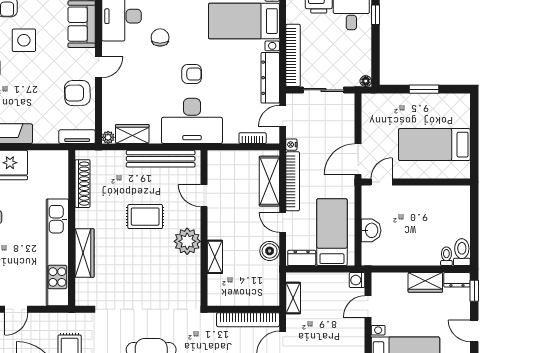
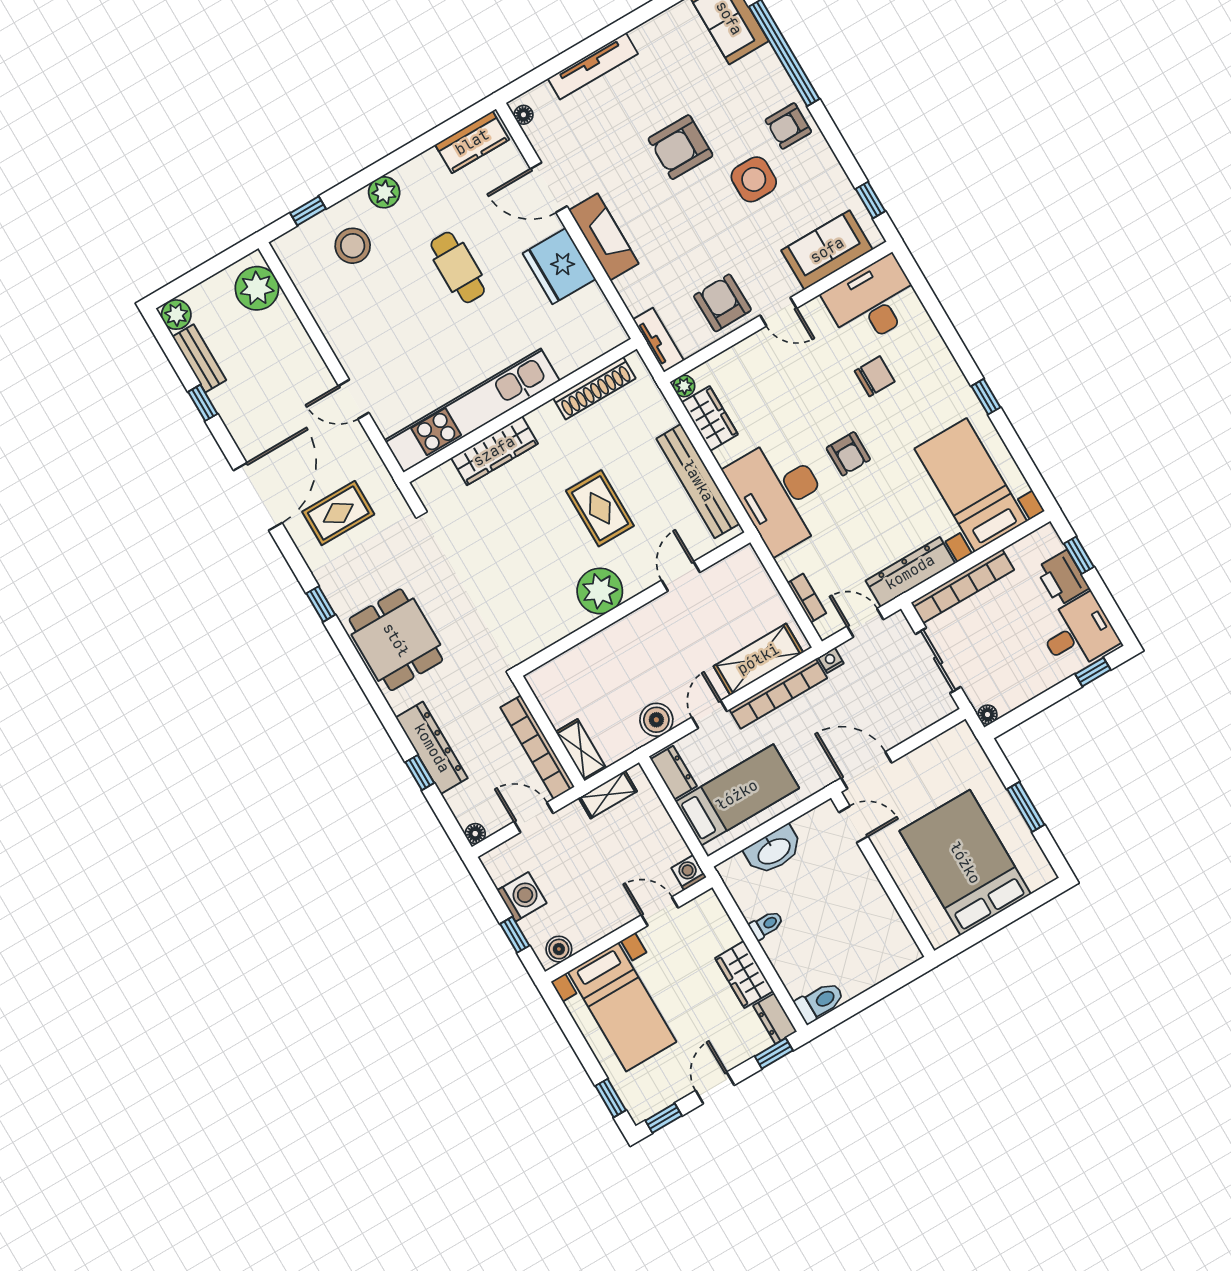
bed: (434, 145) -> (965, 863), width x1.50
washbasin: (371, 230) -> (774, 850), width x1.38
toilet: (446, 256) -> (766, 925), moved
shelving: (215, 257) -> (581, 750), moved, turned 90

